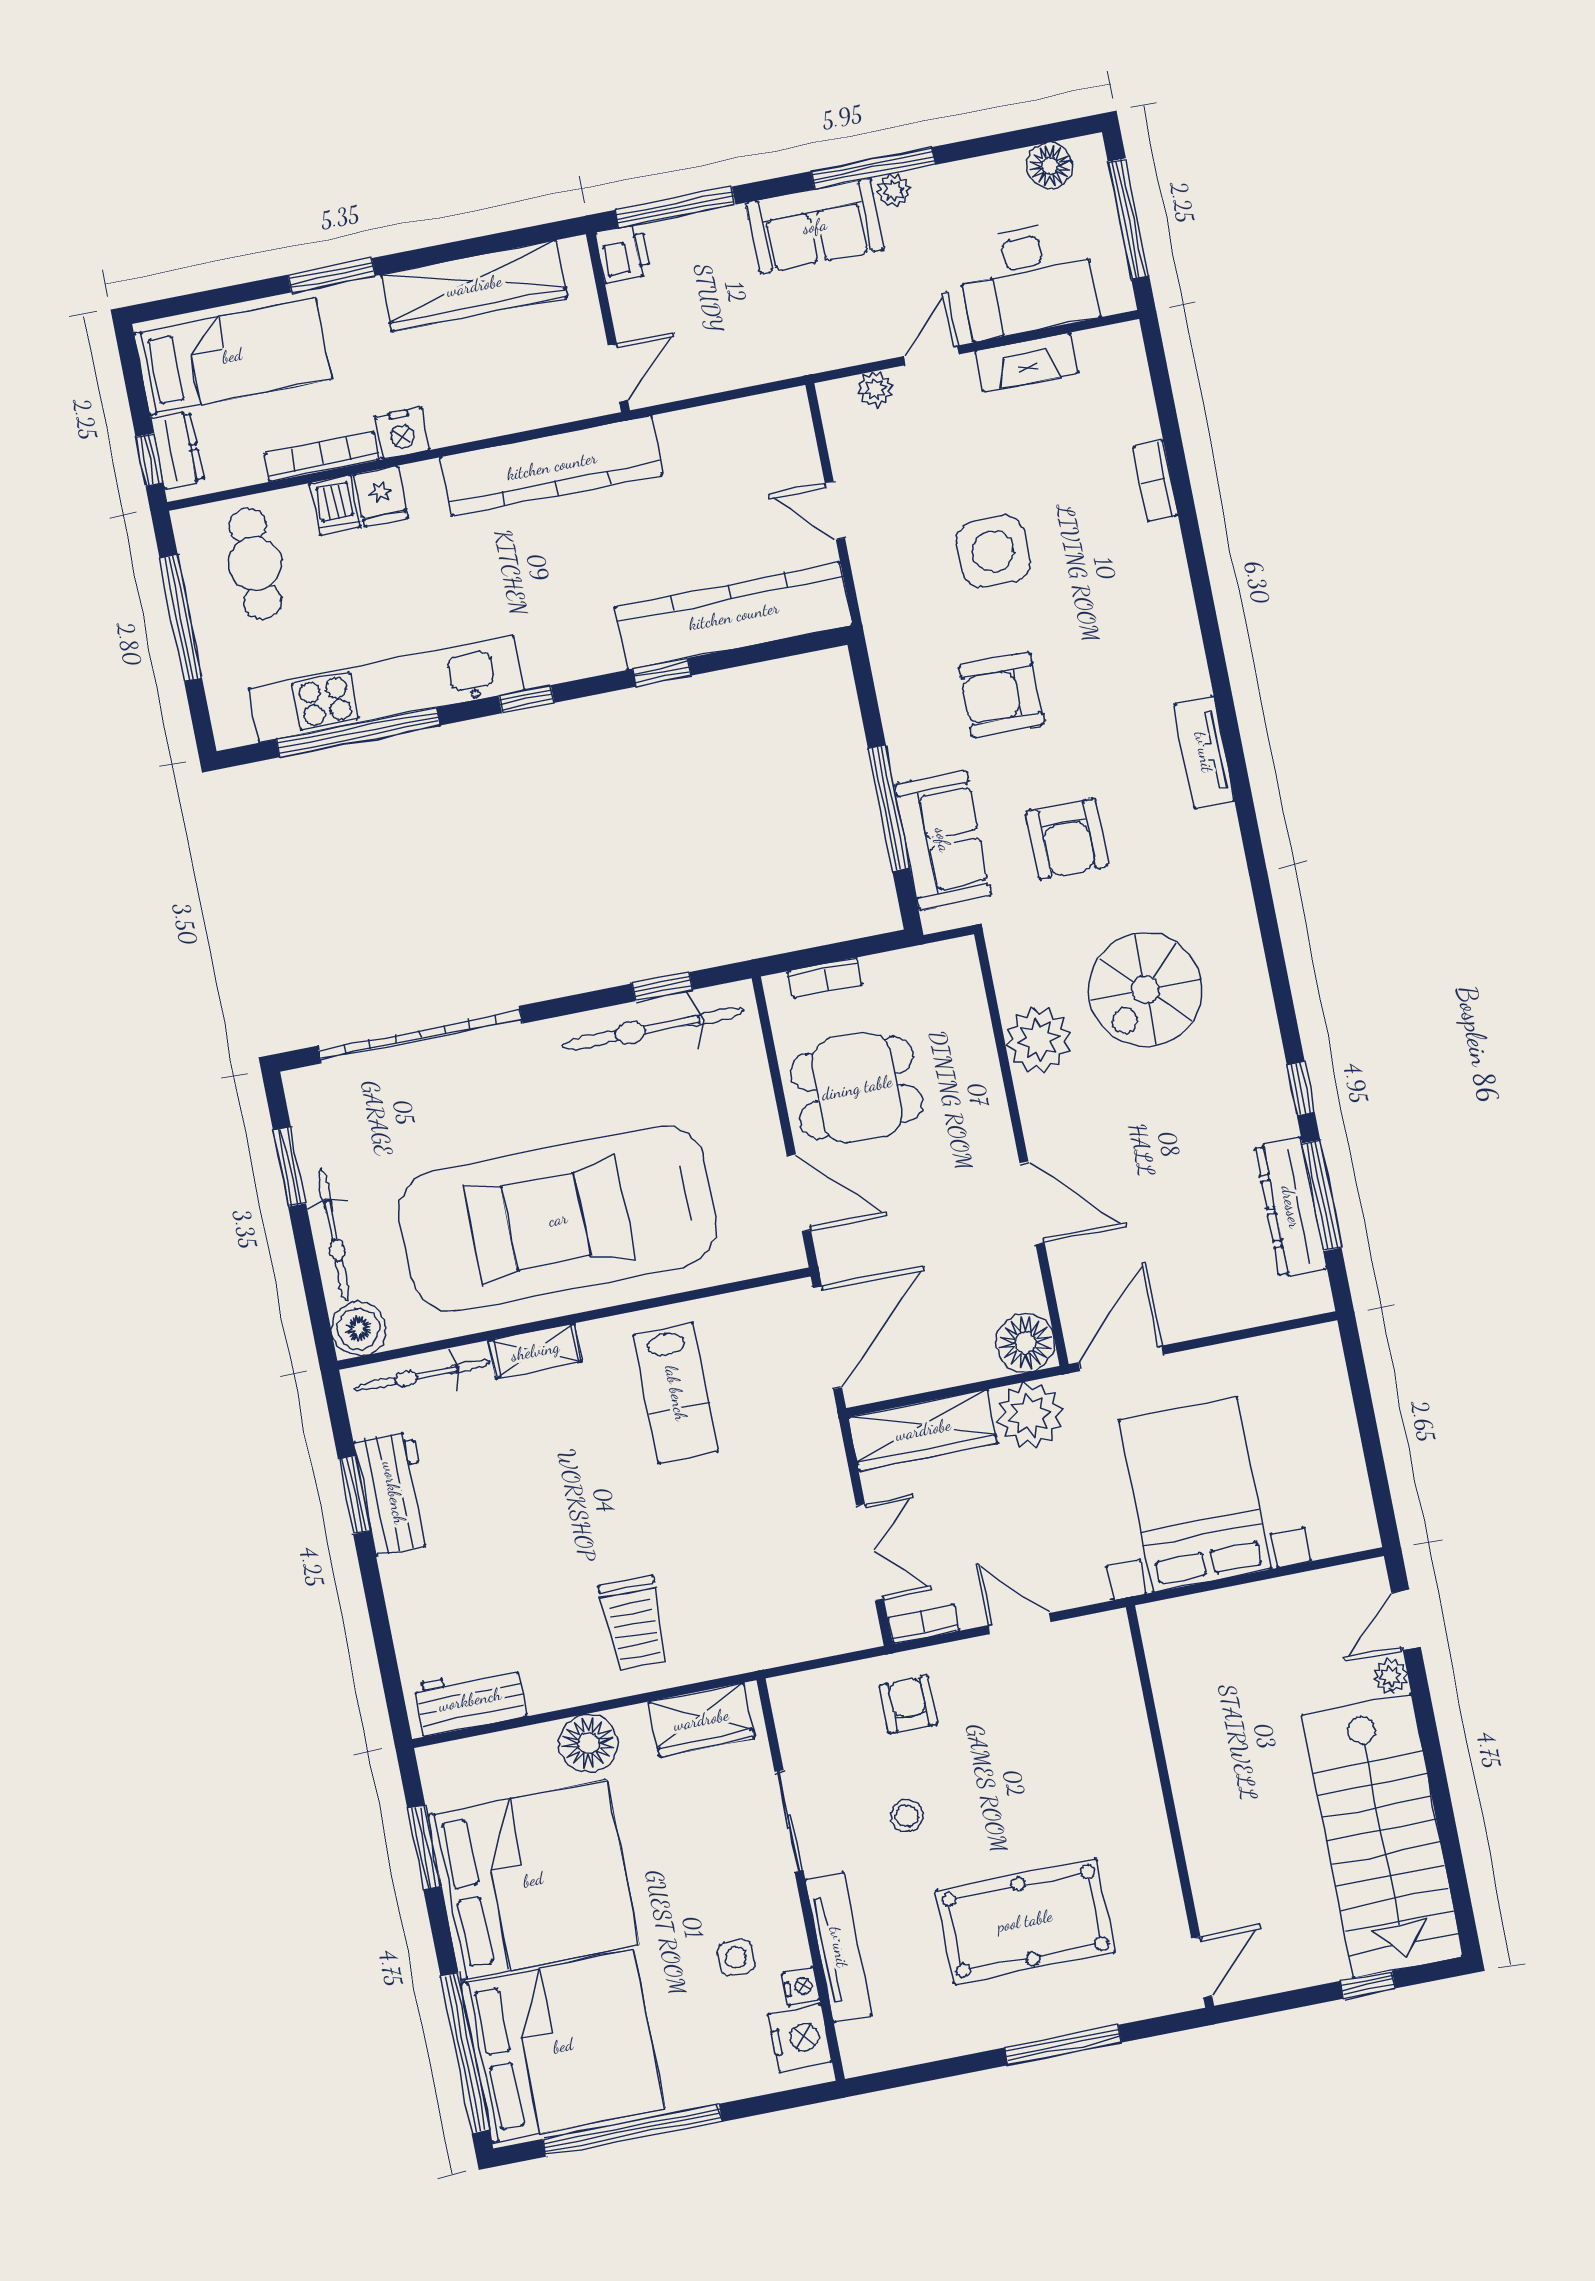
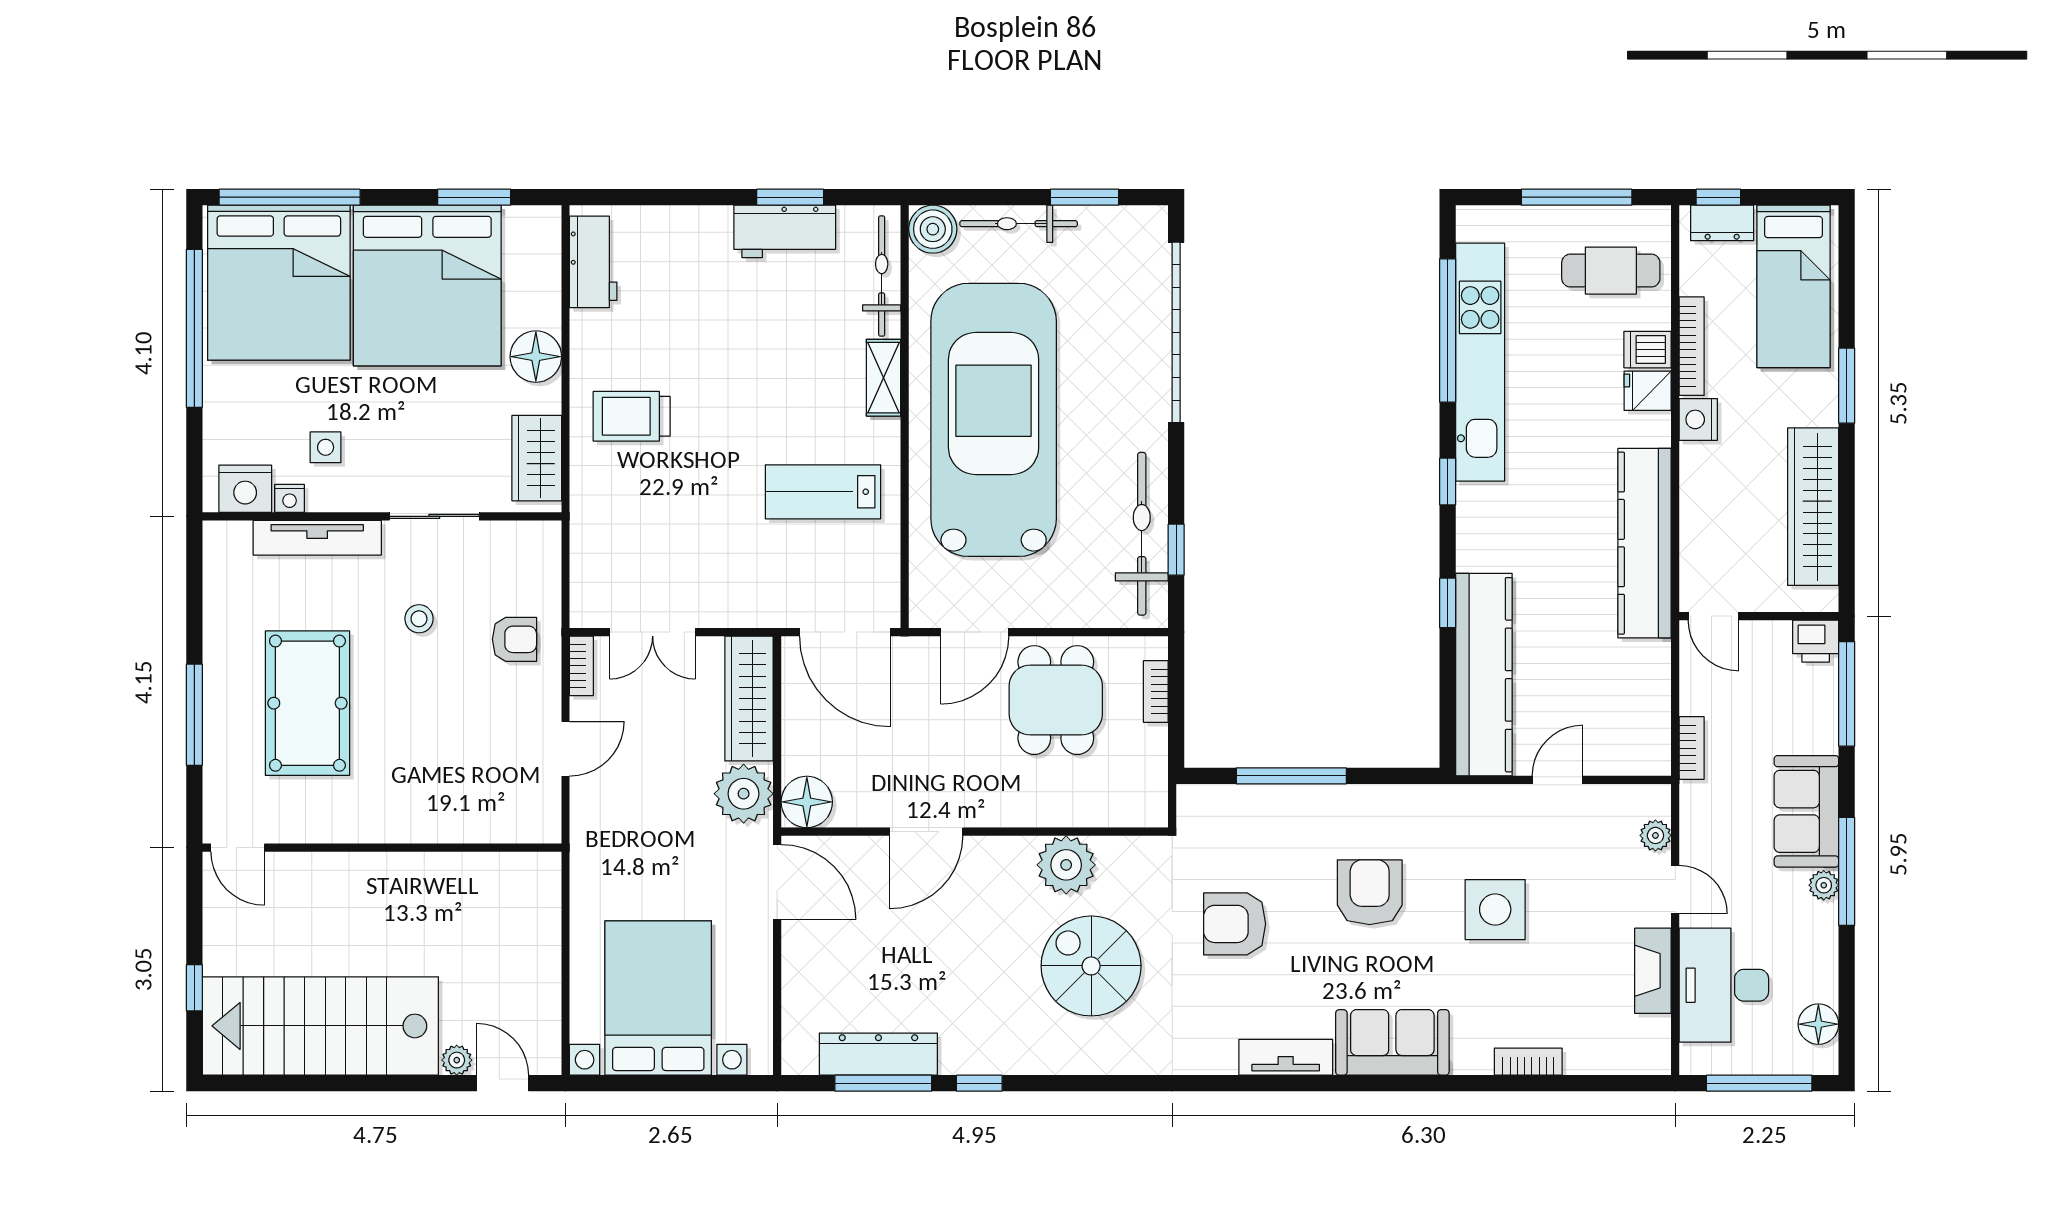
bookcase: (770, 368) -> (1692, 748), added
sofa: (943, 840) -> (1392, 1042), moved, turned 180
bed with nightstands: (1195, 1495) -> (658, 998), moved, turned -90

